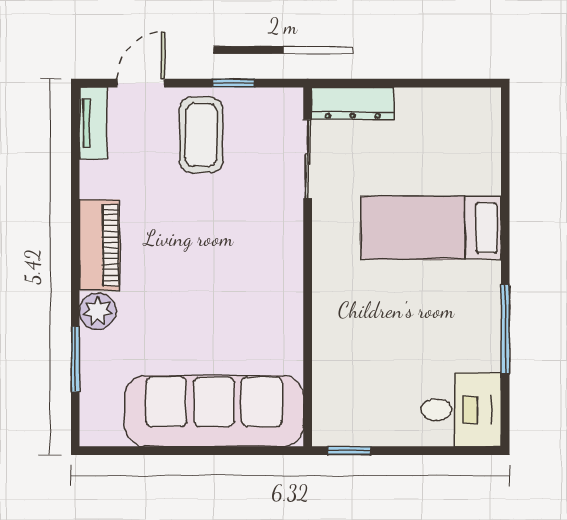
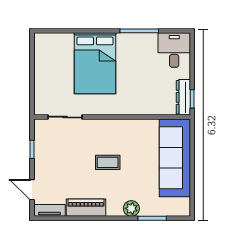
dresser: (353, 103) -> (183, 97), moved, turned 180
coffee table: (201, 135) -> (108, 162), moved, width x0.73, depth x0.77
bed: (431, 228) -> (95, 63), width x1.50
piano: (100, 245) -> (86, 208), moved

